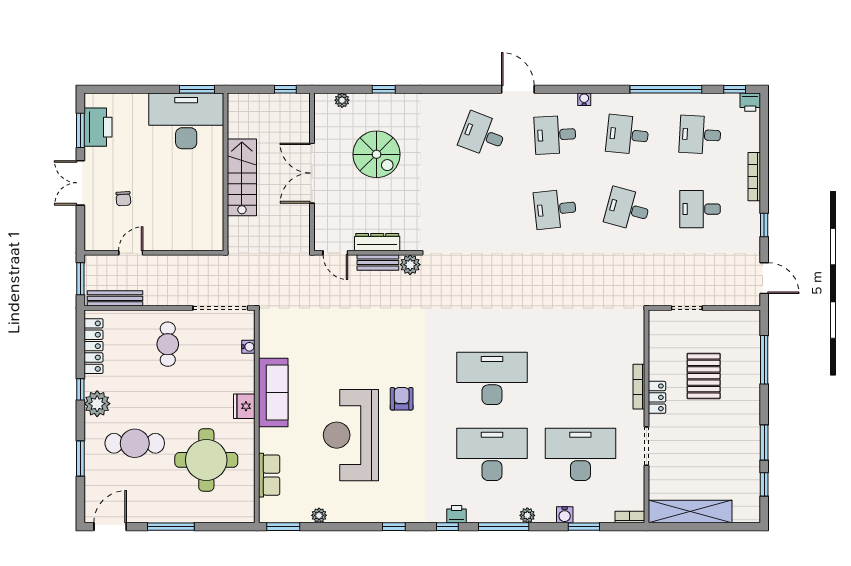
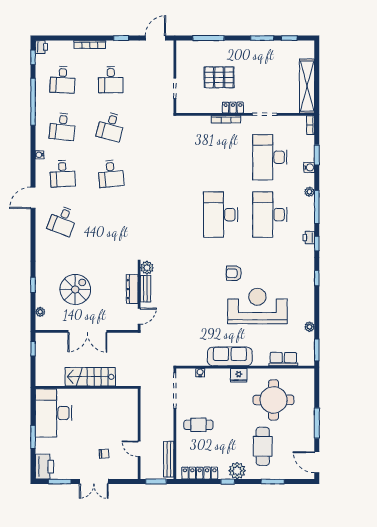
window: (197, 89) -> (33, 437), moved
printer: (98, 127) -> (44, 467), moved, turned 90
reception desk: (351, 435) -> (257, 306), turned 180

